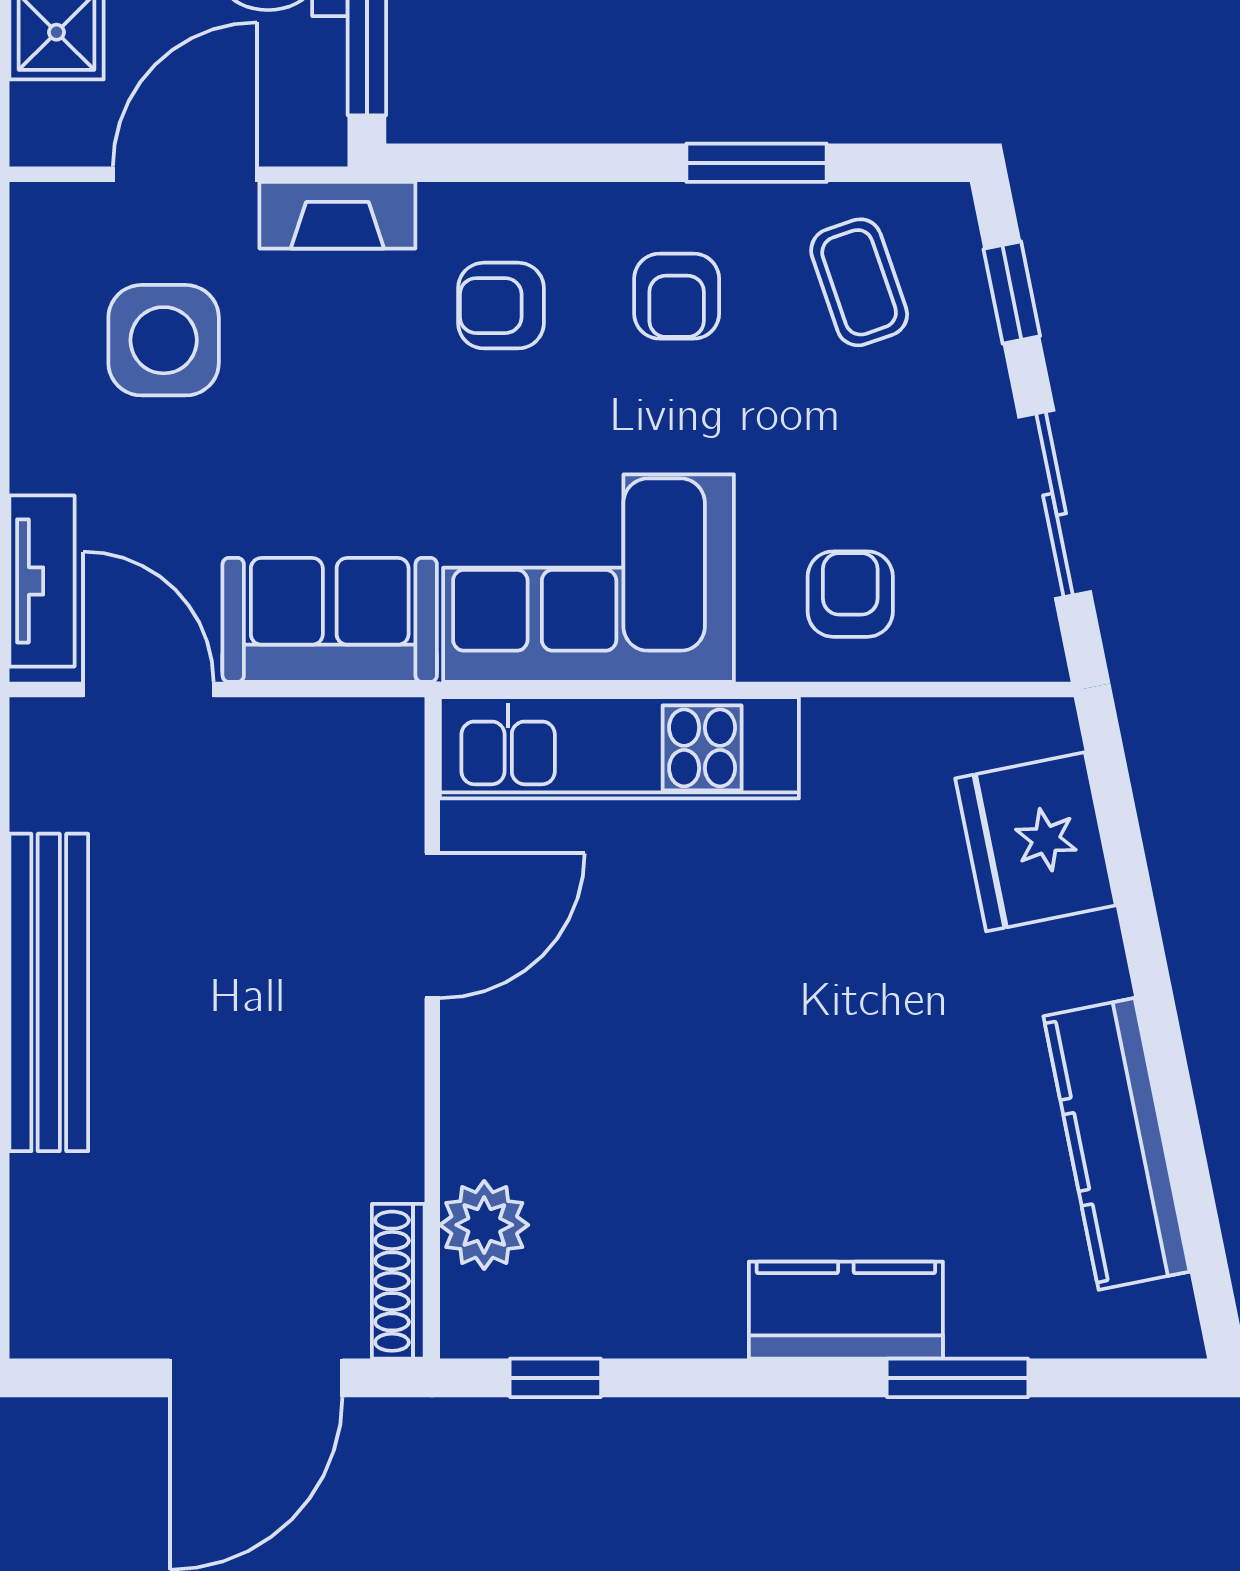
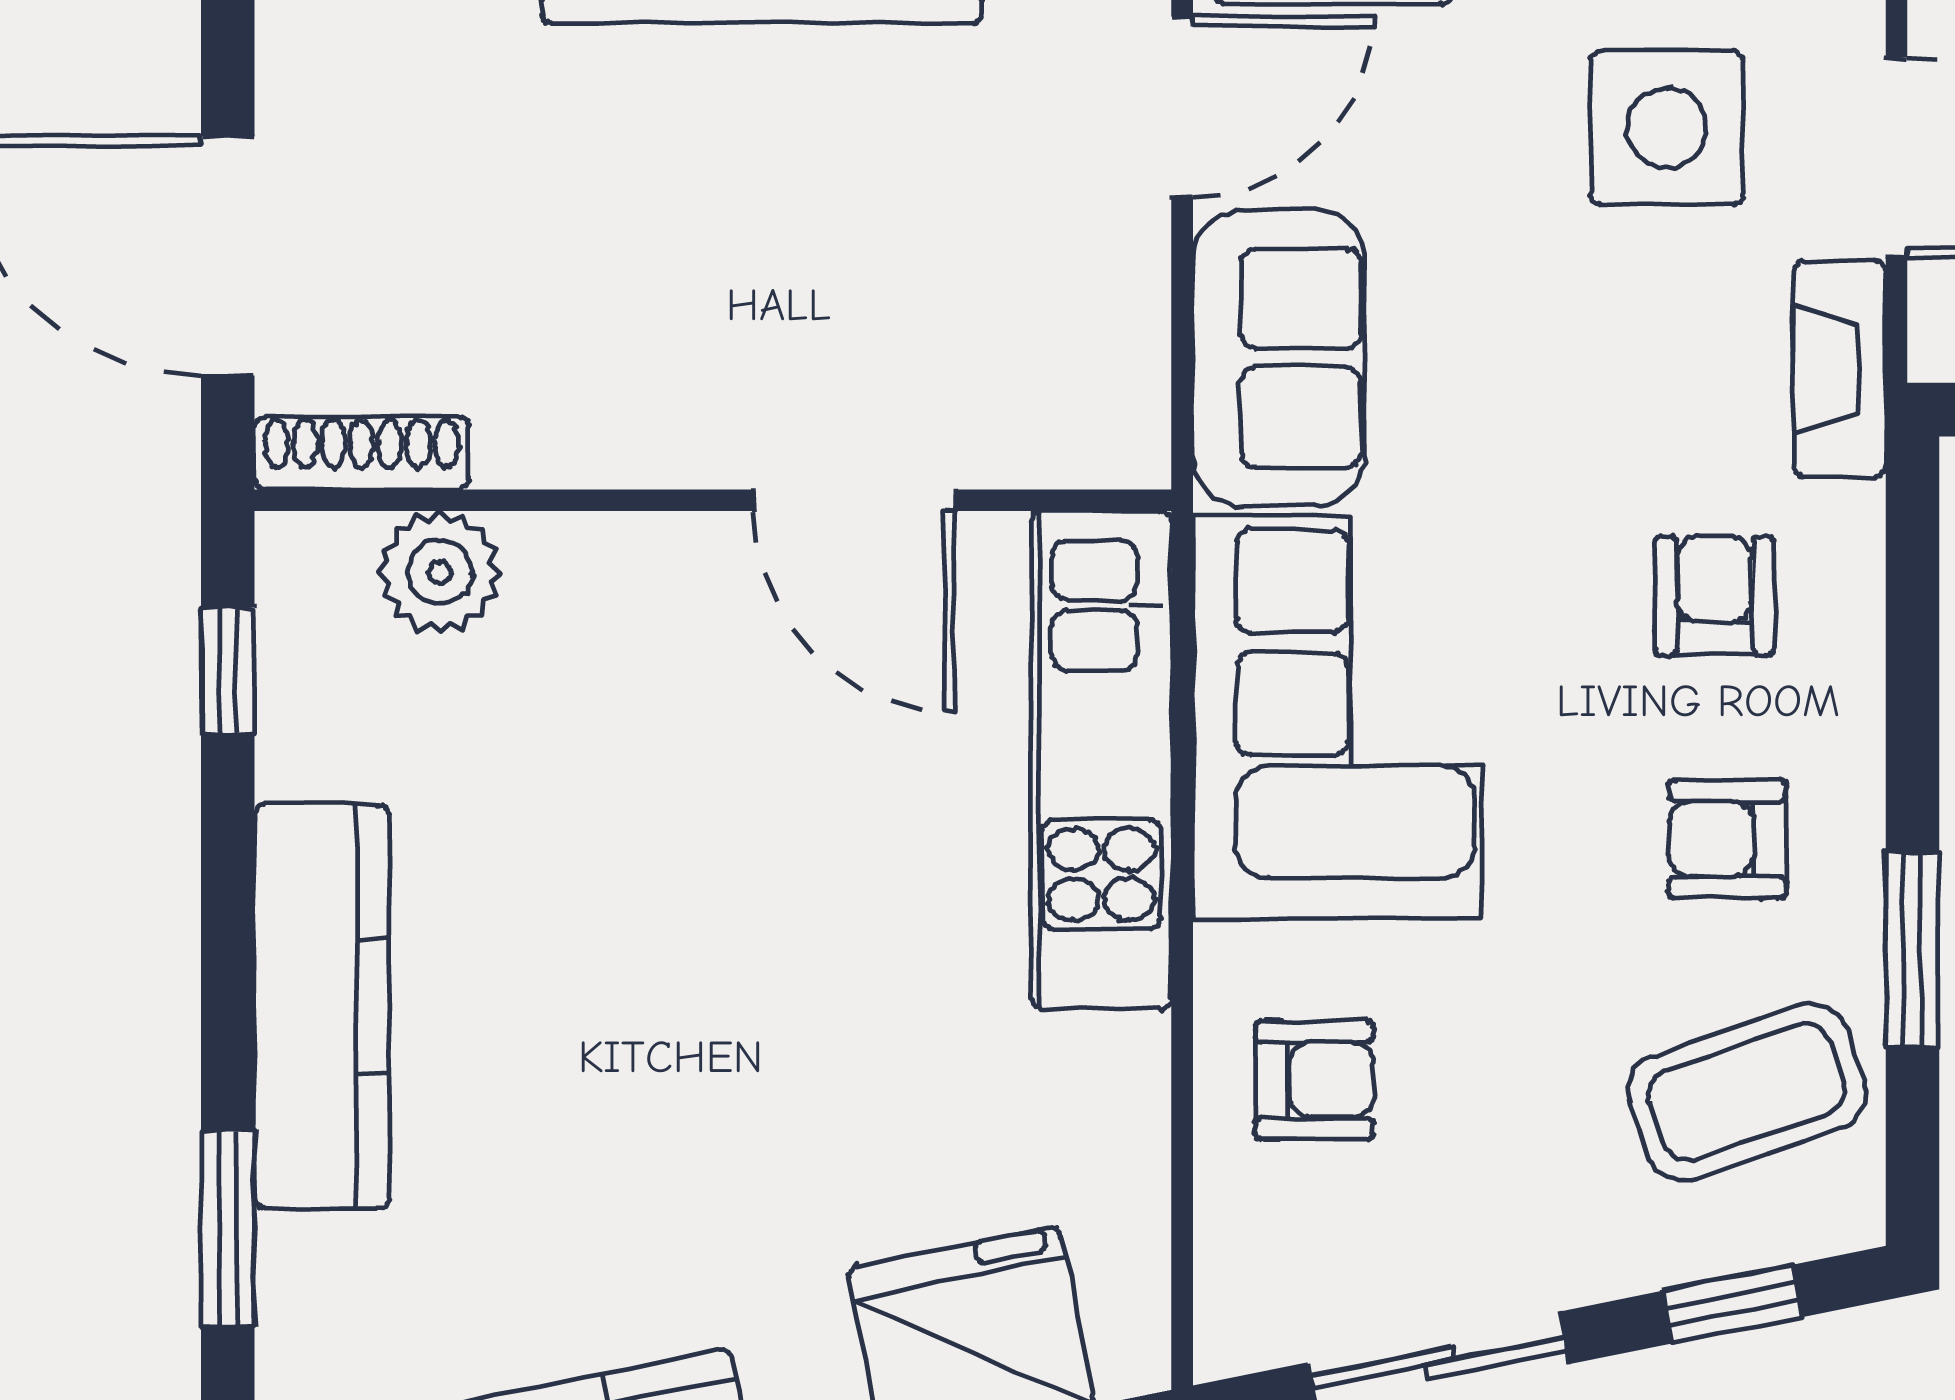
coffee table: (859, 282) -> (1747, 1092), width x1.36, depth x1.30
kitchen counter: (846, 1310) -> (322, 1006), width x1.50

